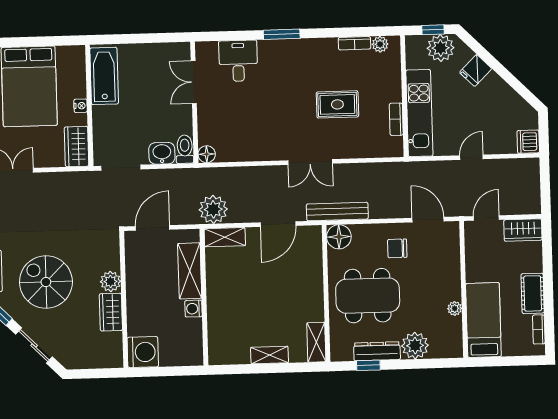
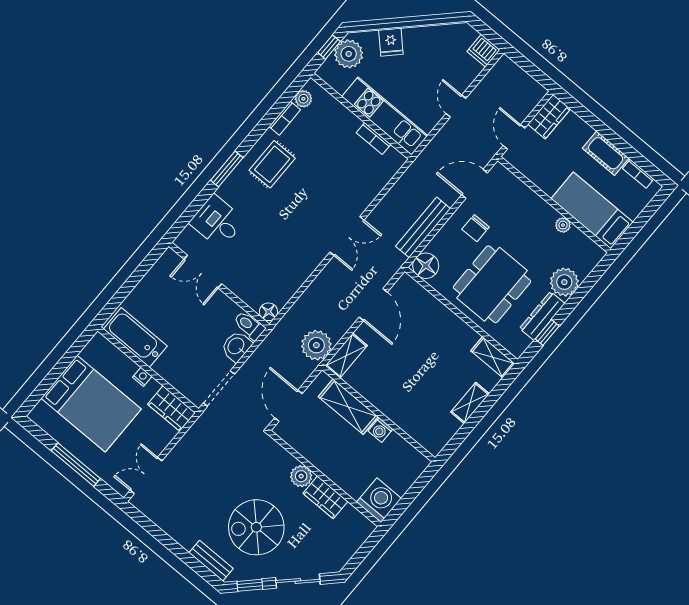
rug: (337, 104) -> (272, 164), moved
bench: (337, 211) -> (423, 227), moved

